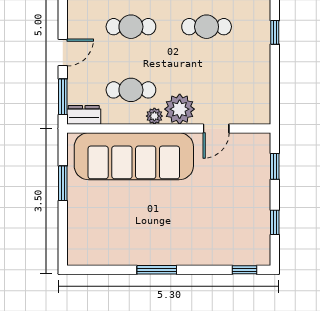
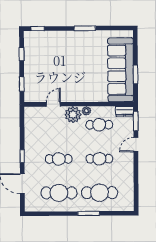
sofa: (134, 156) -> (121, 70), moved, turned -90

